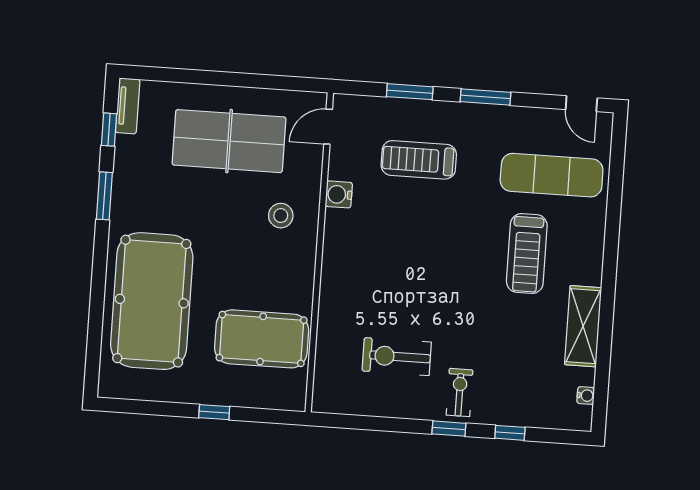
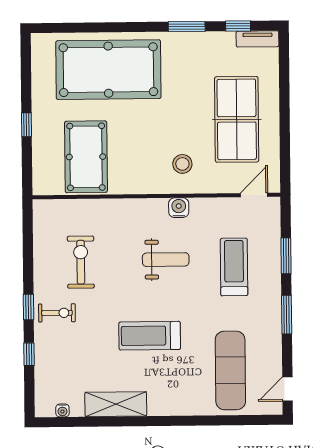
door: (328, 127) -> (254, 195), hinge flipped
water cooler: (339, 194) -> (179, 208), moved
weight bench: (402, 247) -> (166, 260), added
treadmill: (527, 254) -> (150, 336), moved

